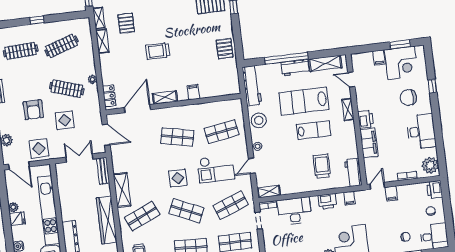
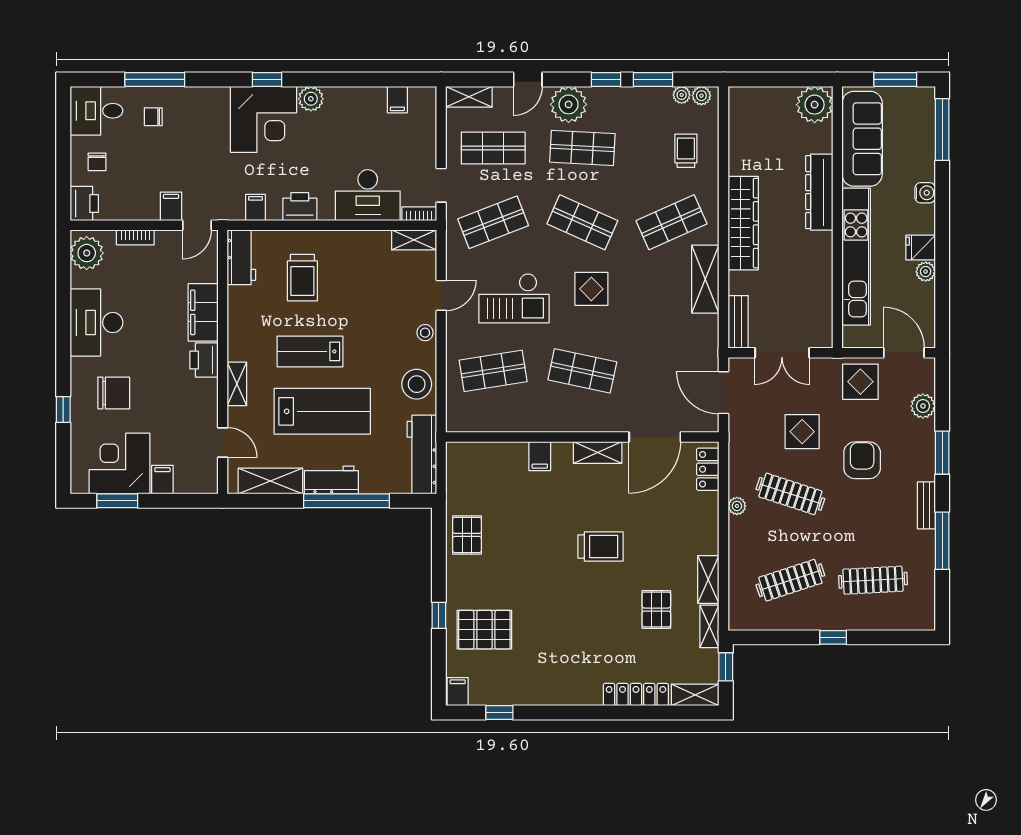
checkout: (216, 169) -> (514, 298), turned 180

